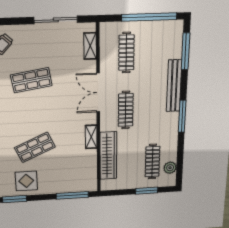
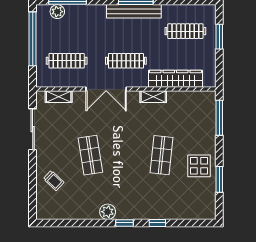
bench: (174, 86) -> (134, 11), moved
shop shelf: (35, 147) -> (162, 155), turned 30
plant: (170, 168) -> (57, 12), moved

